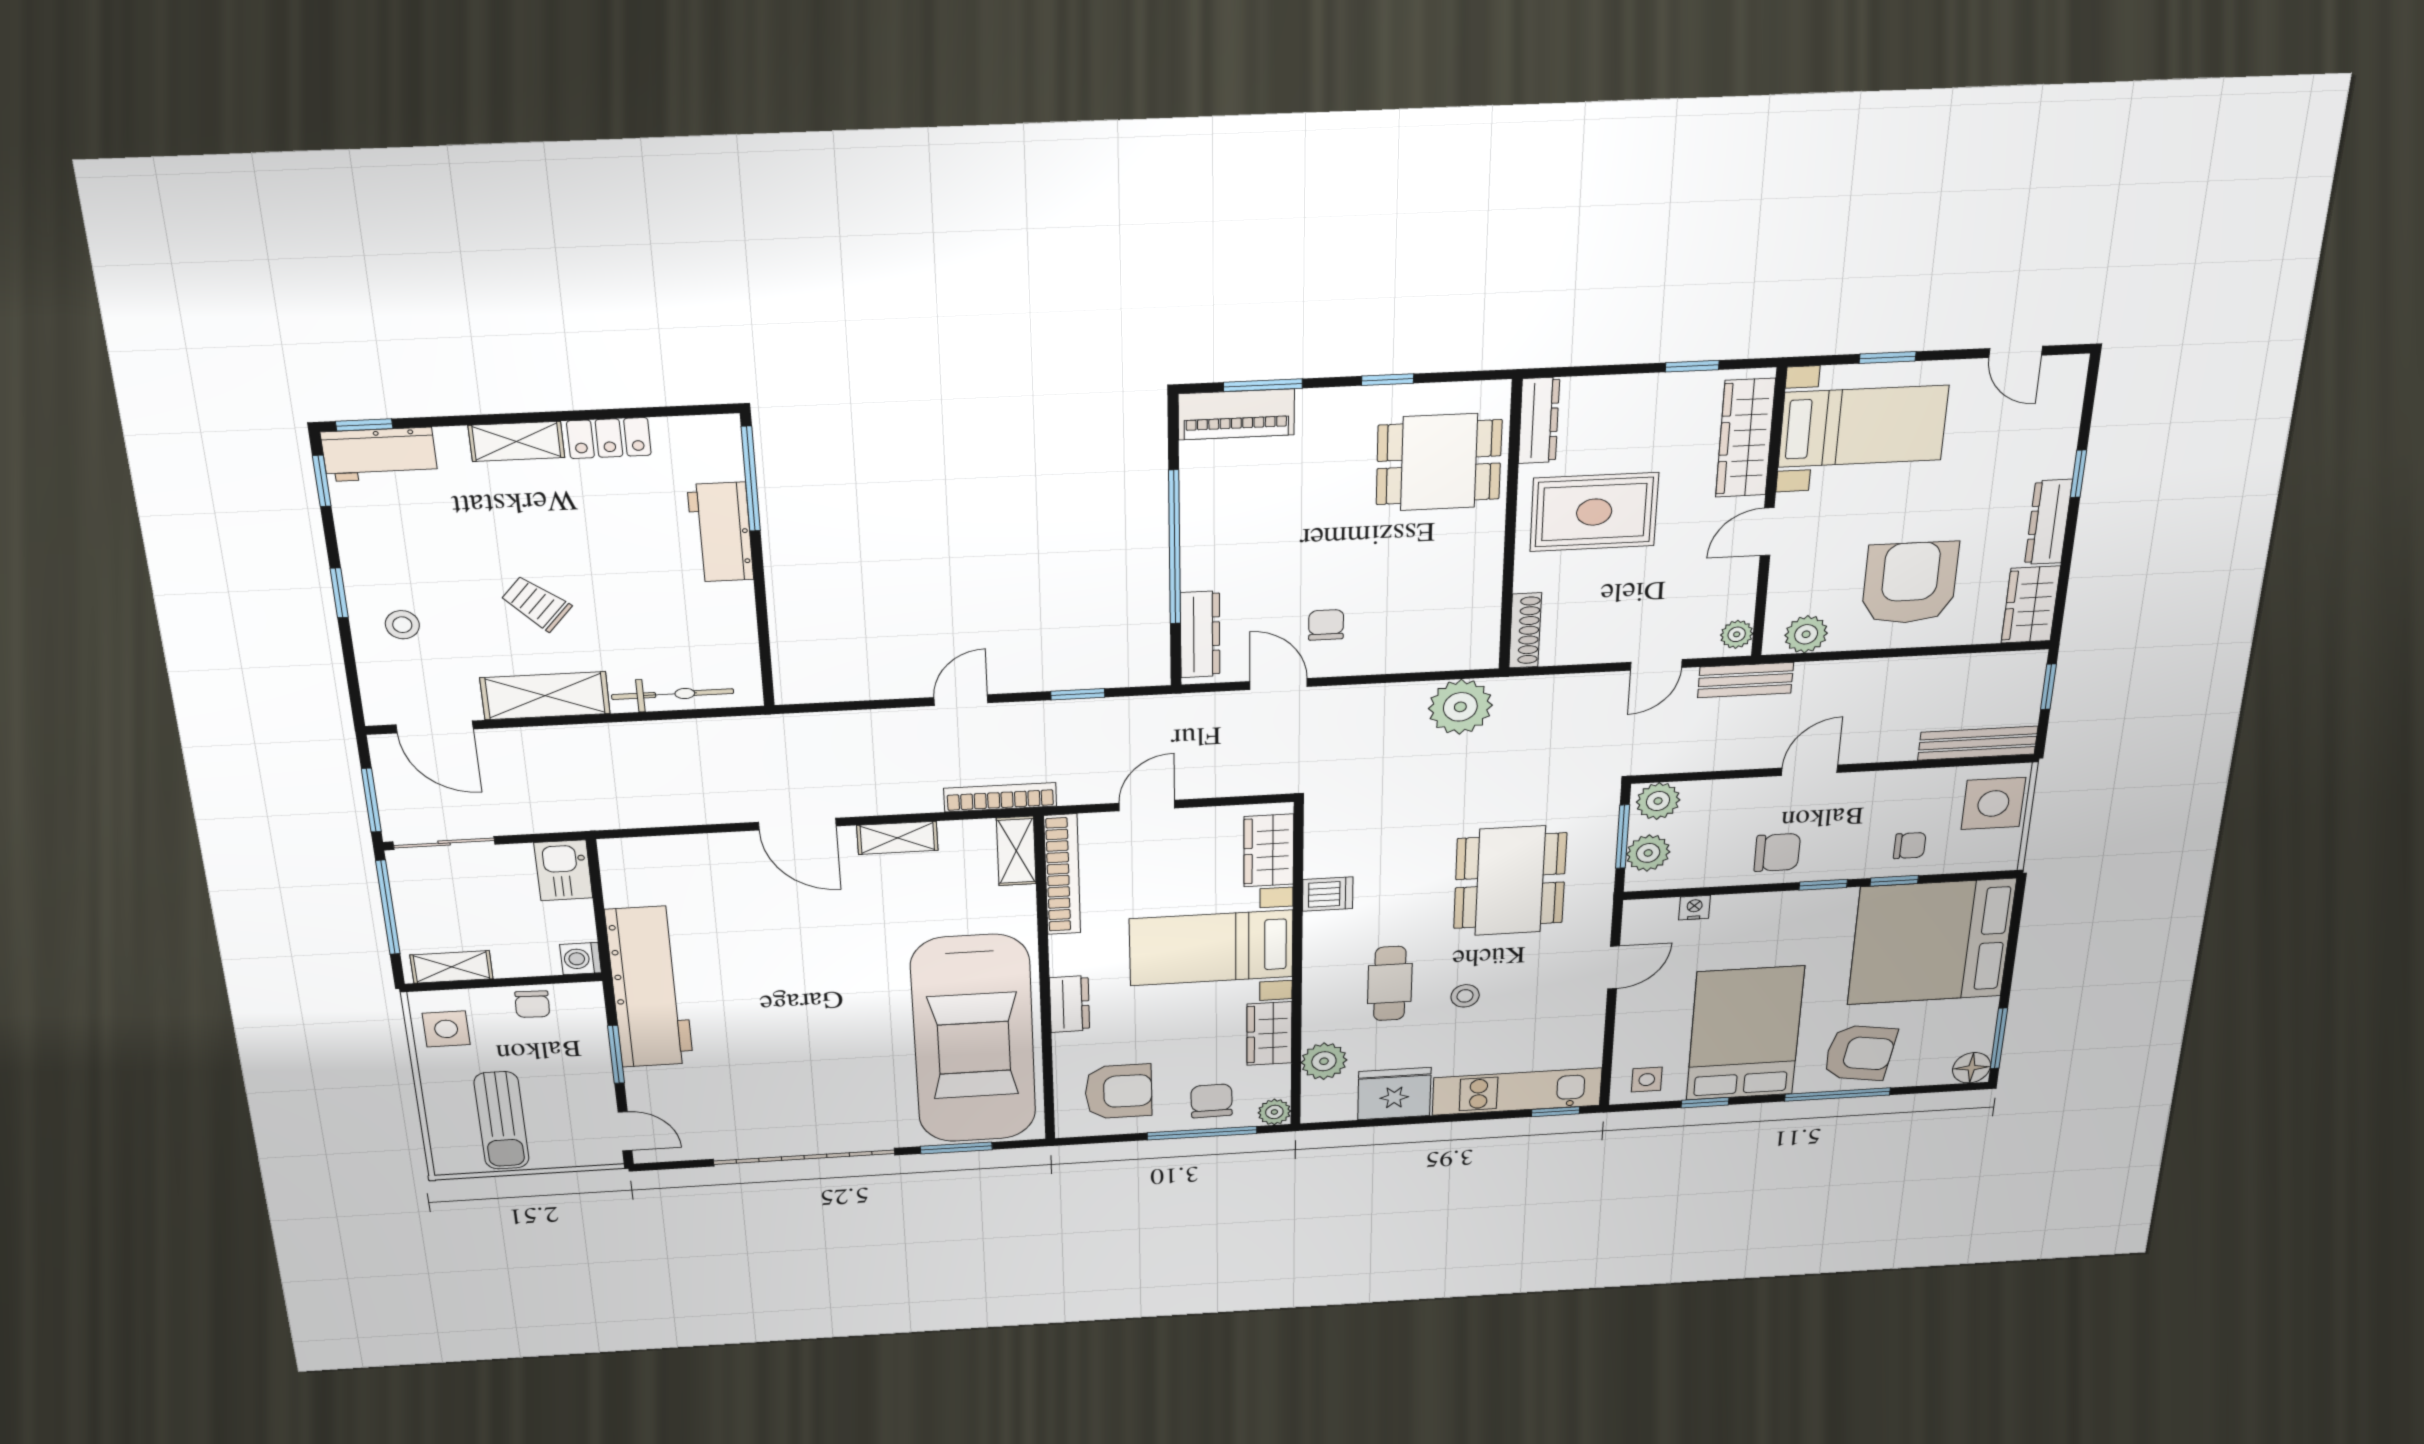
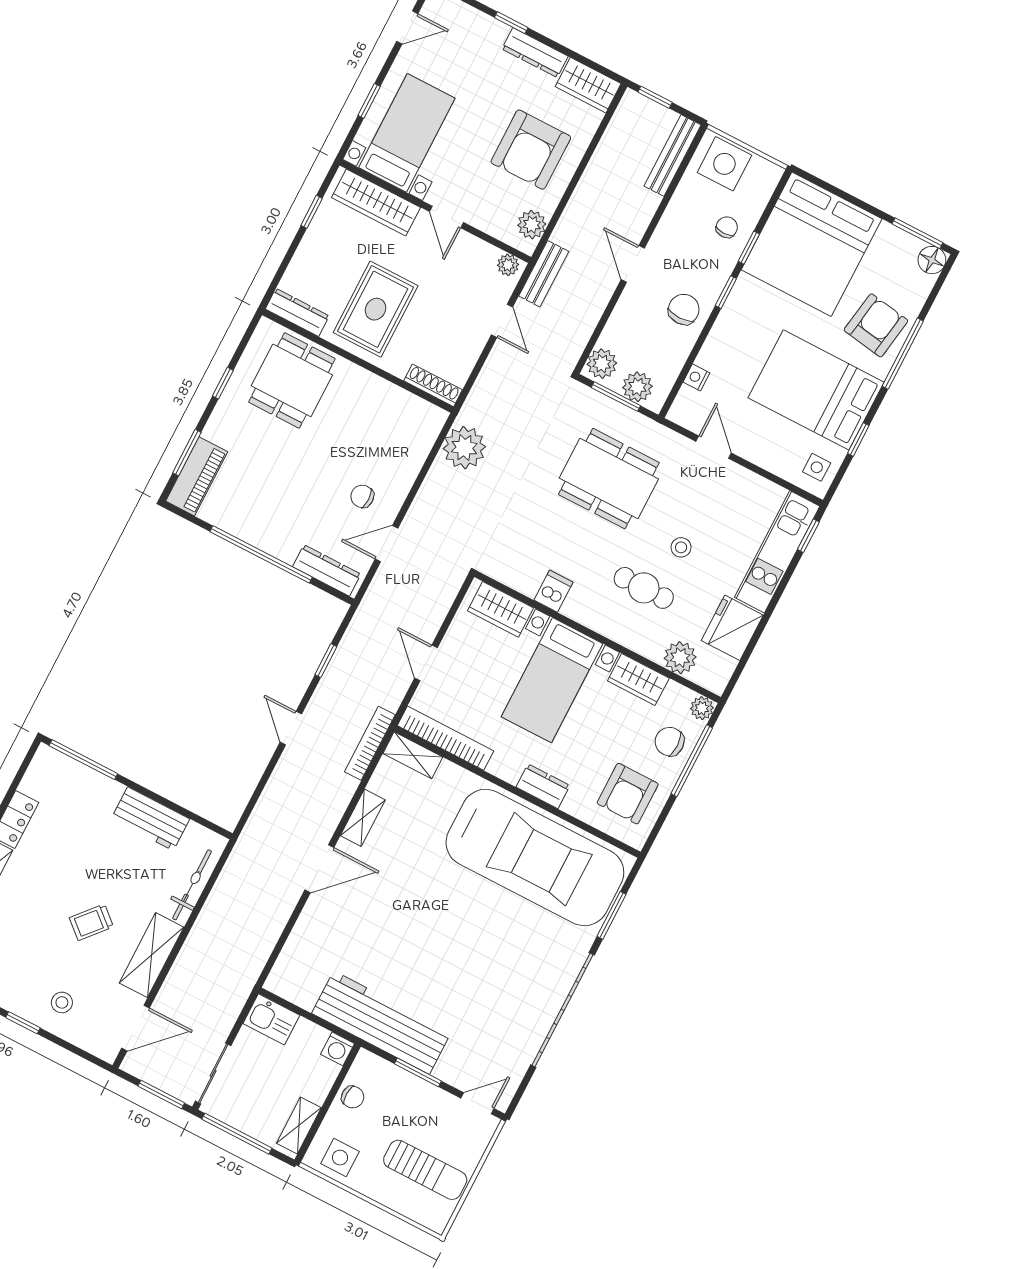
workbench: (720, 532) -> (151, 819), moved
armchair: (1910, 583) -> (531, 150), turned -90
armchair: (1118, 1091) -> (628, 794), turned 180

